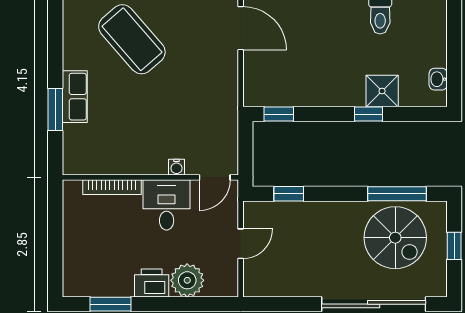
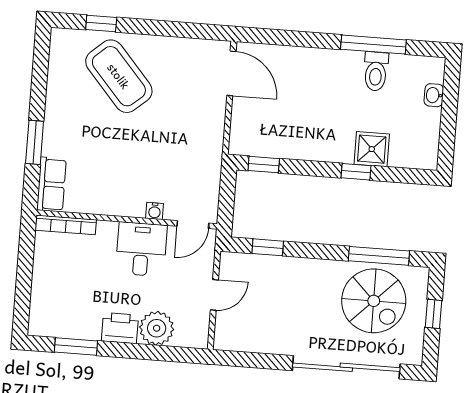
washbasin: (438, 79) -> (434, 95), moved
row of seats: (75, 97) -> (51, 184), moved
bookcase: (112, 187) -> (66, 225), moved

